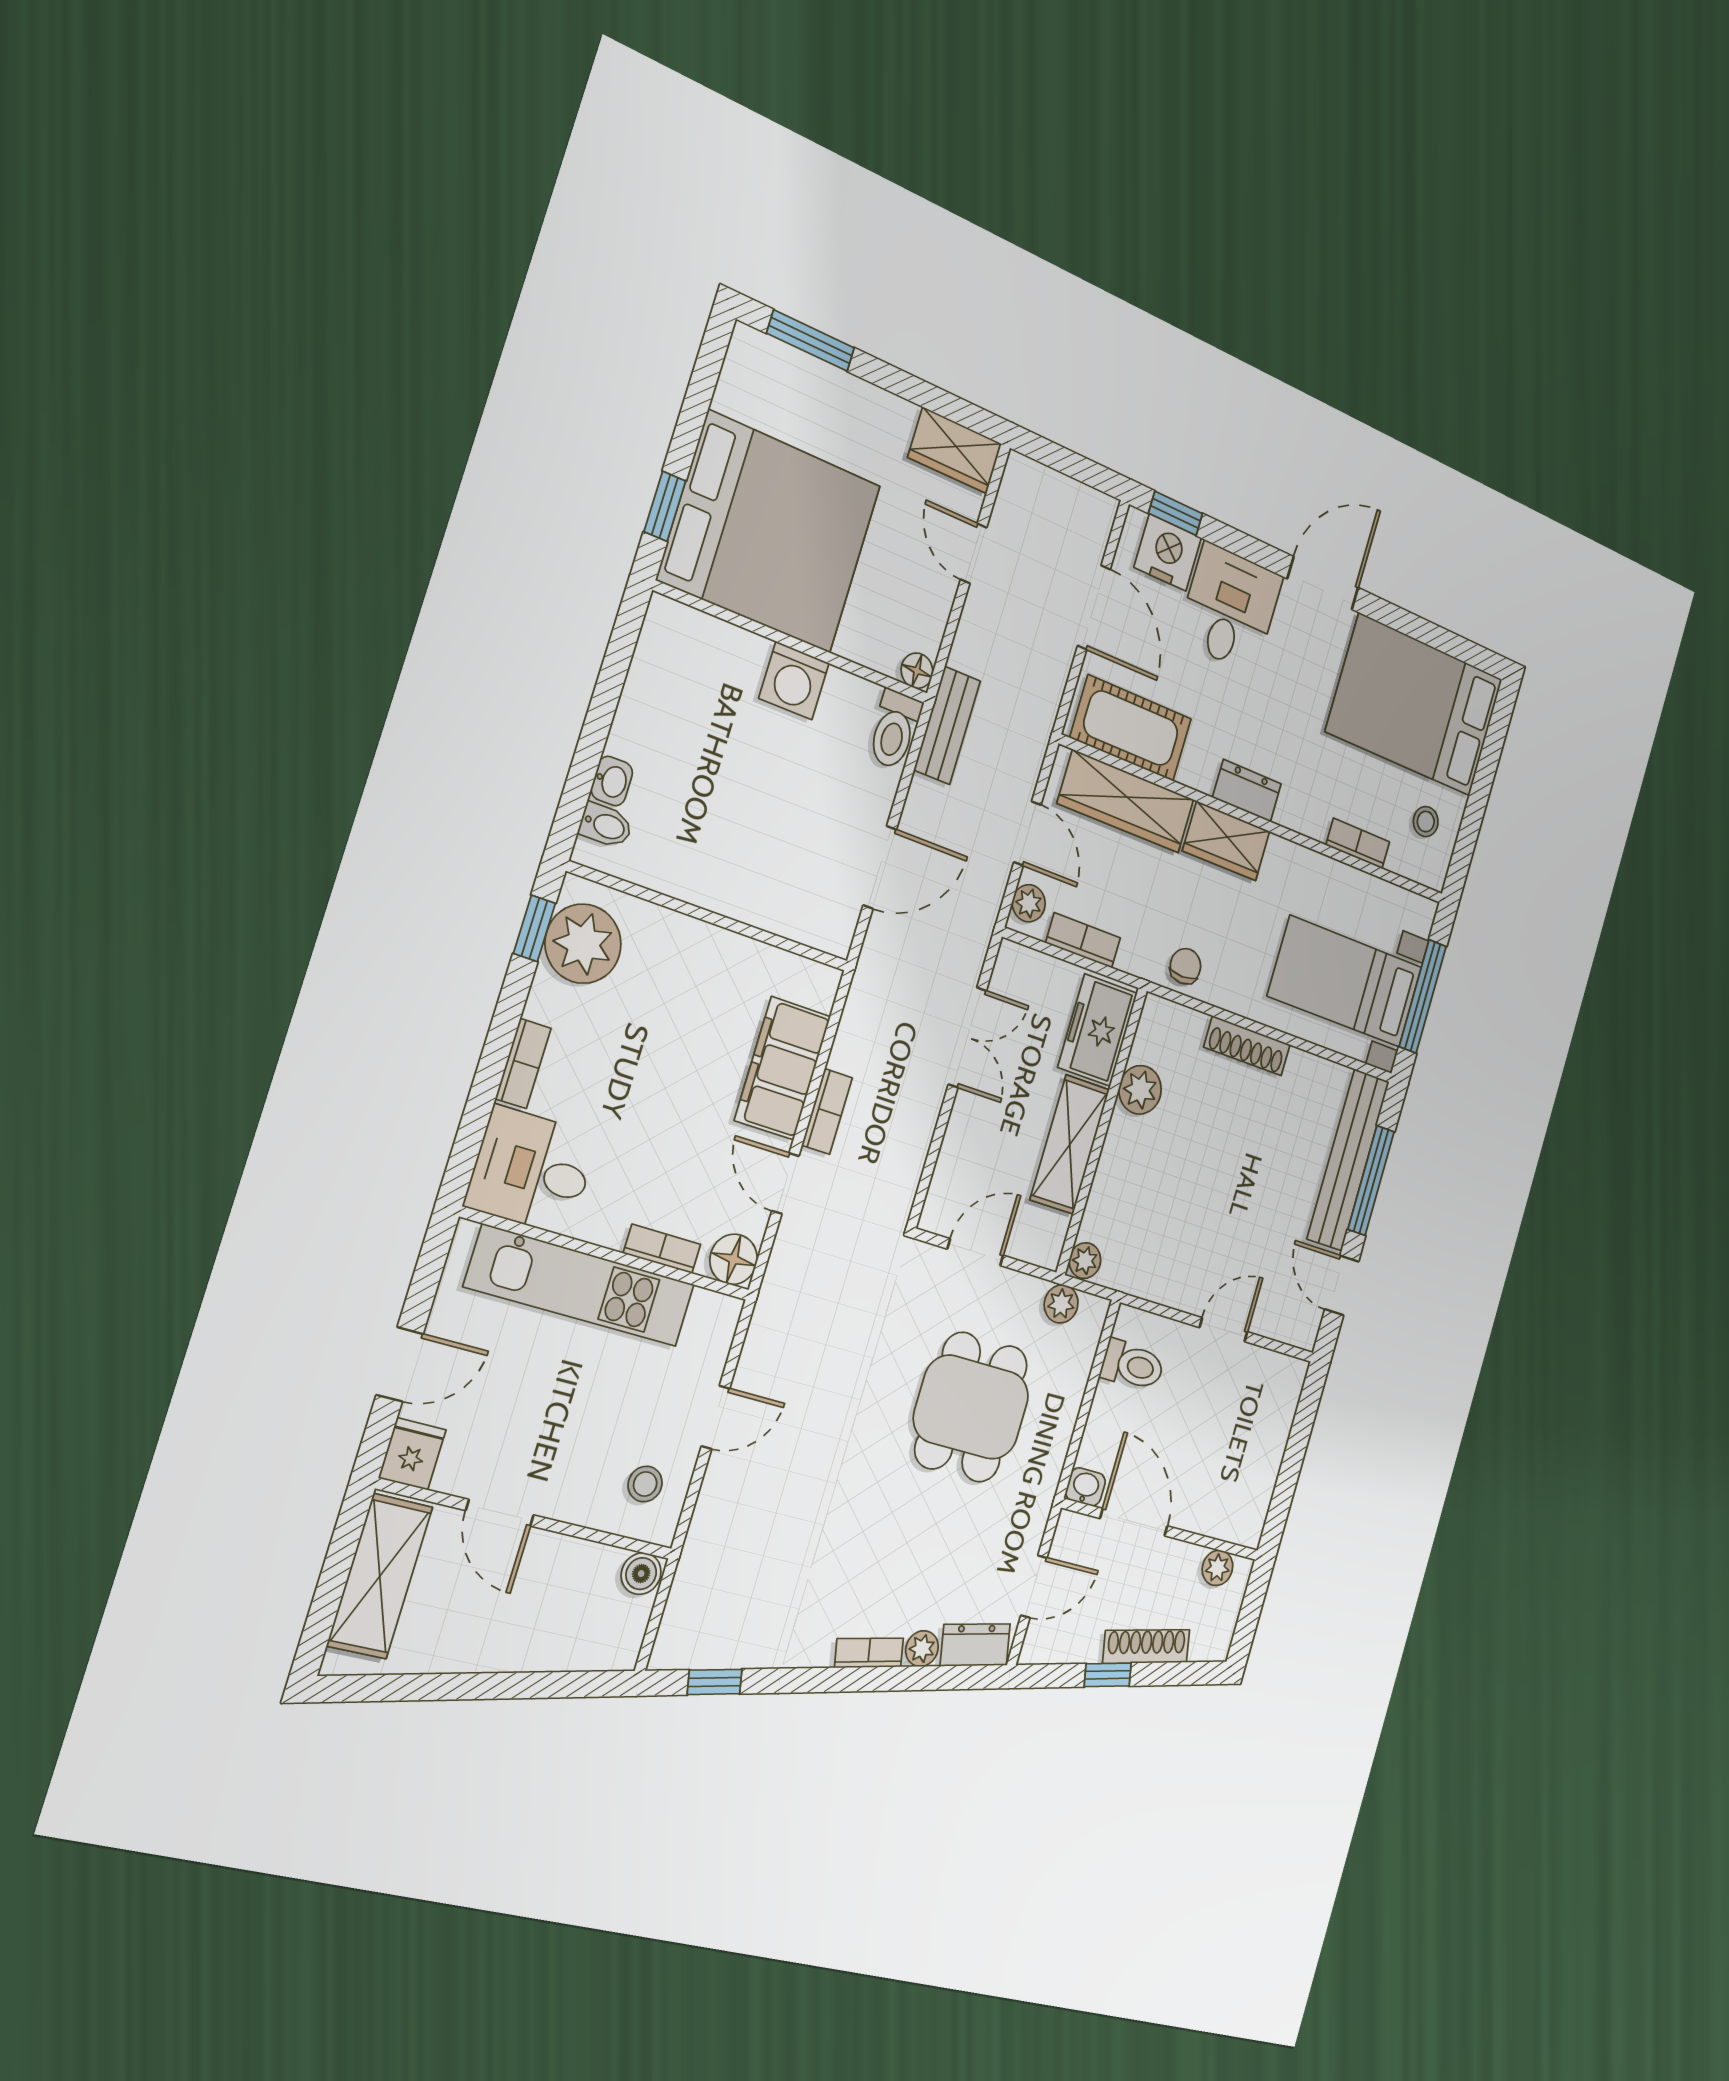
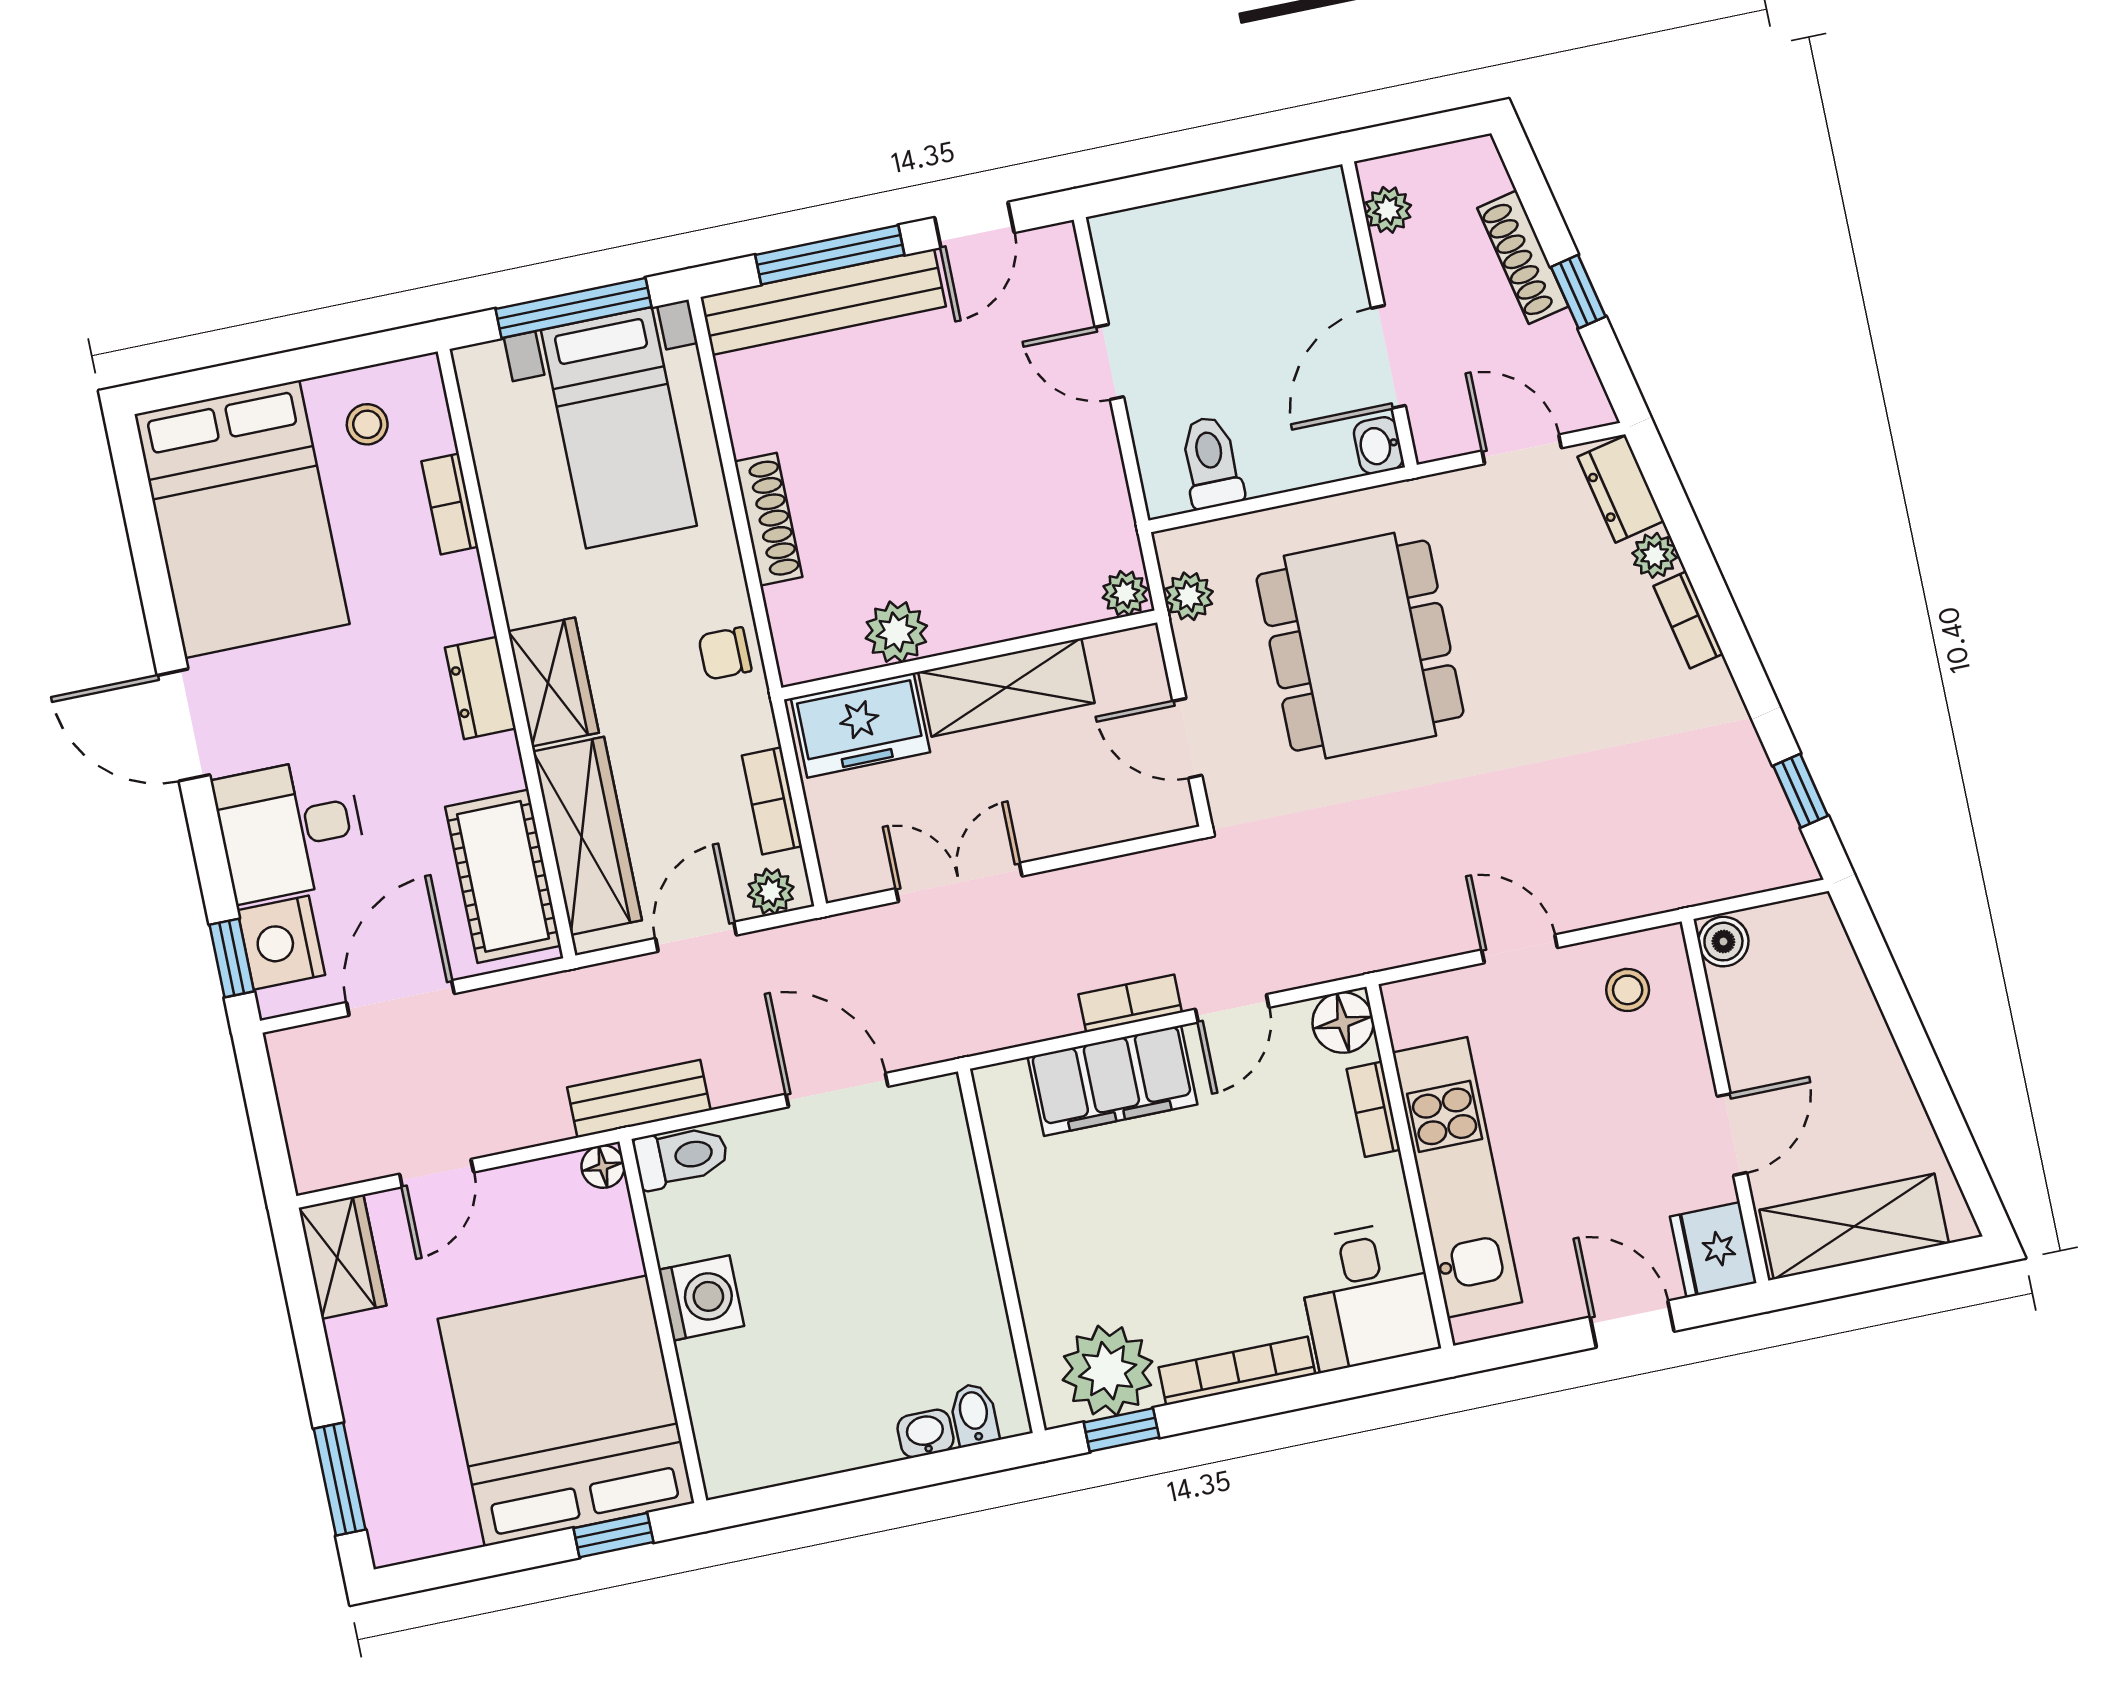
bookcase: (523, 1063) -> (1237, 1371), width x1.56
dining table: (971, 1407) -> (1360, 646), width x1.38
fridge: (412, 1454) -> (1713, 1250), width x1.38

